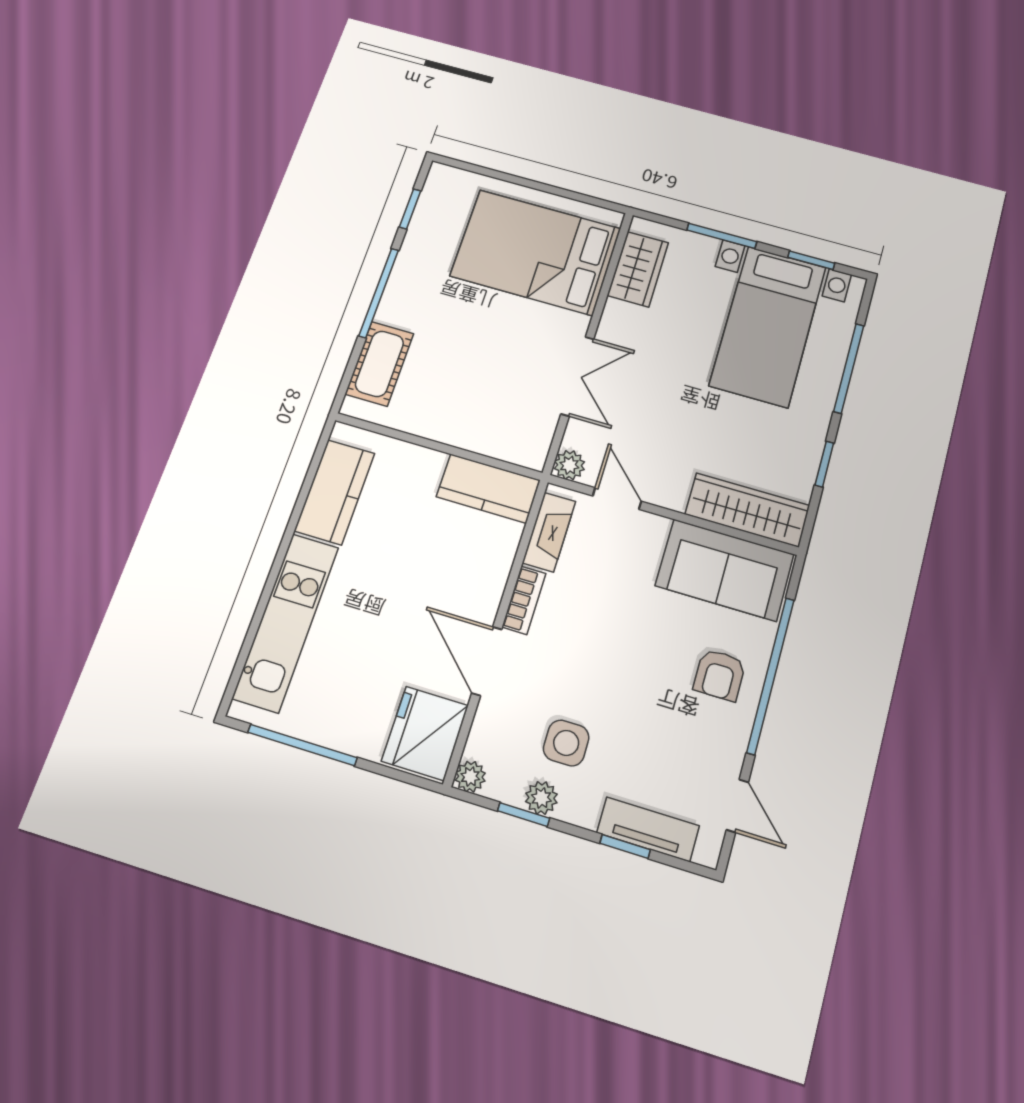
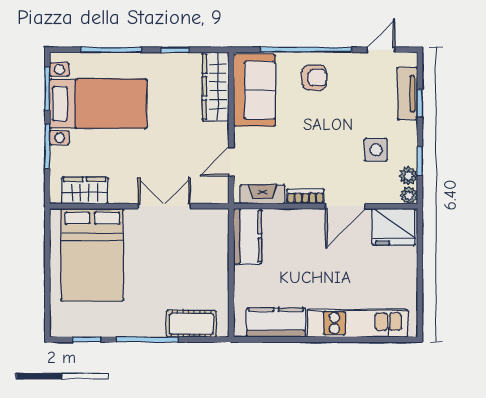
window: (811, 260) -> (47, 89), width x1.50
plant: (569, 465) -> (220, 195), removed
window: (302, 745) -> (420, 290), removed
plant: (541, 798) -> (408, 176), moved

